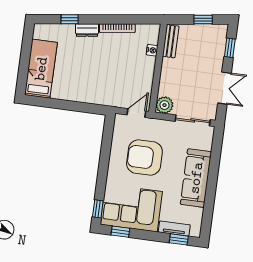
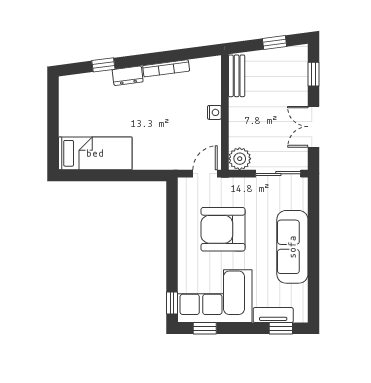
nightstand: (152, 50) -> (214, 112), moved
bed: (41, 69) -> (95, 153), moved, turned 90
double door: (224, 88) -> (314, 127), swing flipped

